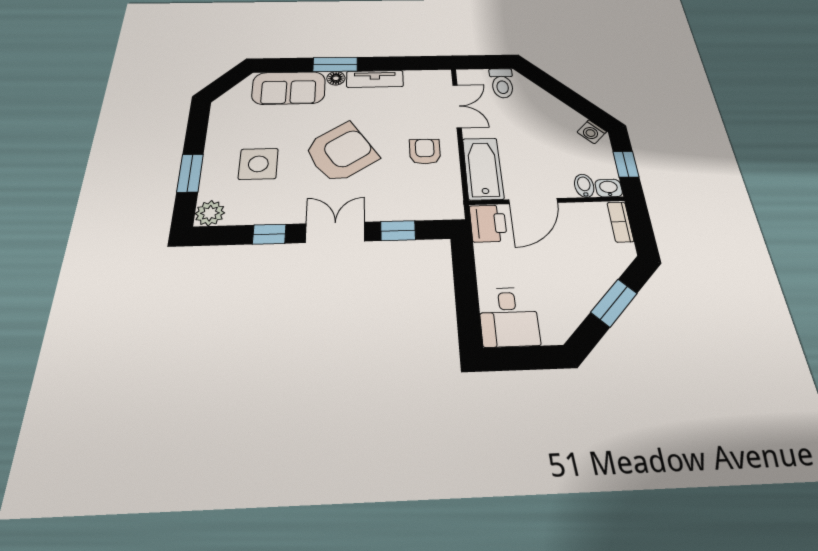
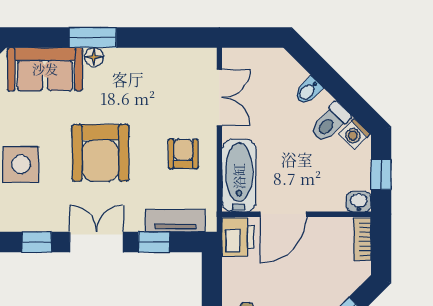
tv unit: (375, 79) -> (175, 221), moved, turned 180
toilet: (502, 83) -> (330, 123), moved, turned 45
armchair: (341, 152) -> (100, 153), turned 123
bidet: (584, 186) -> (308, 91), moved, turned -135

